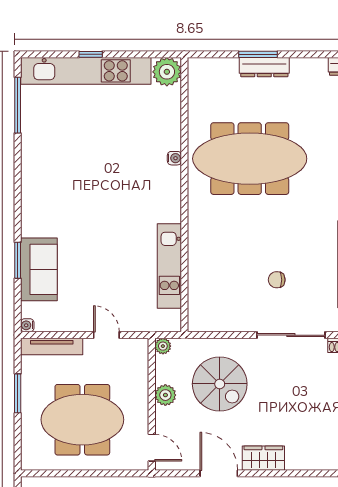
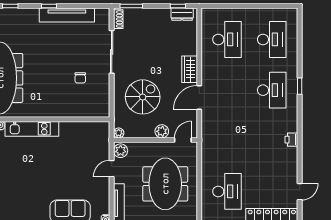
kitchen unit: (169, 266) -> (32, 129), moved
chair: (277, 280) -> (80, 78), moved
plant: (135, 349) -> (121, 151), added
plant: (165, 395) -> (162, 131), moved

